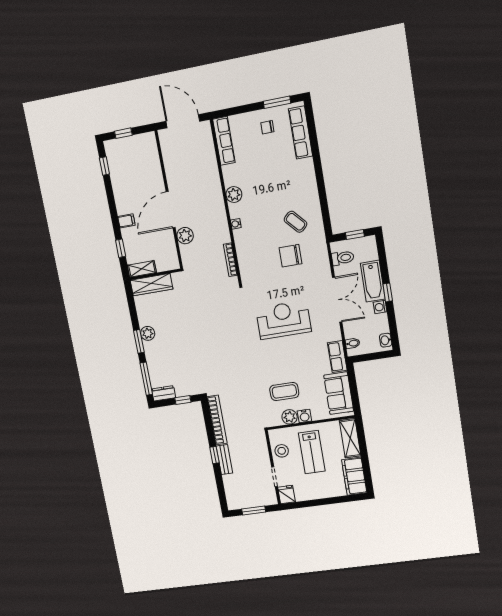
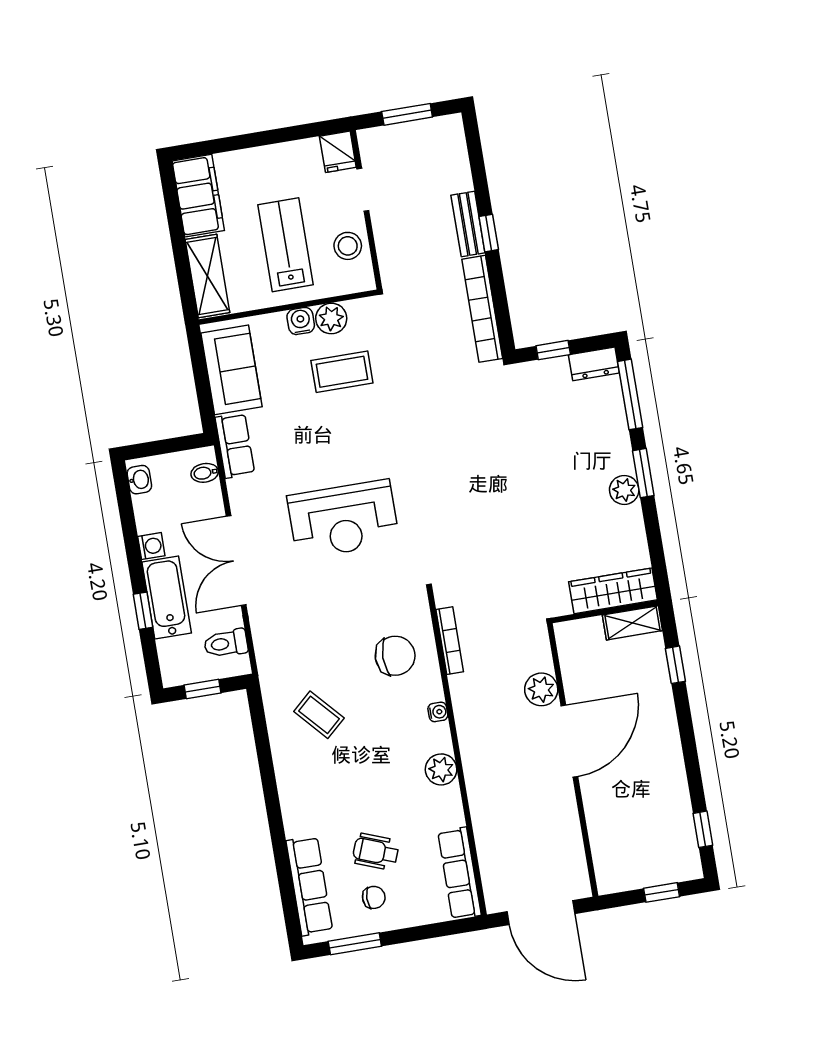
wheelchair: (267, 151) -> (376, 852), added
filing cabinet: (126, 221) -> (661, 720), removed
chair: (291, 256) -> (395, 656), moved
window: (388, 292) -> (143, 611), moved

